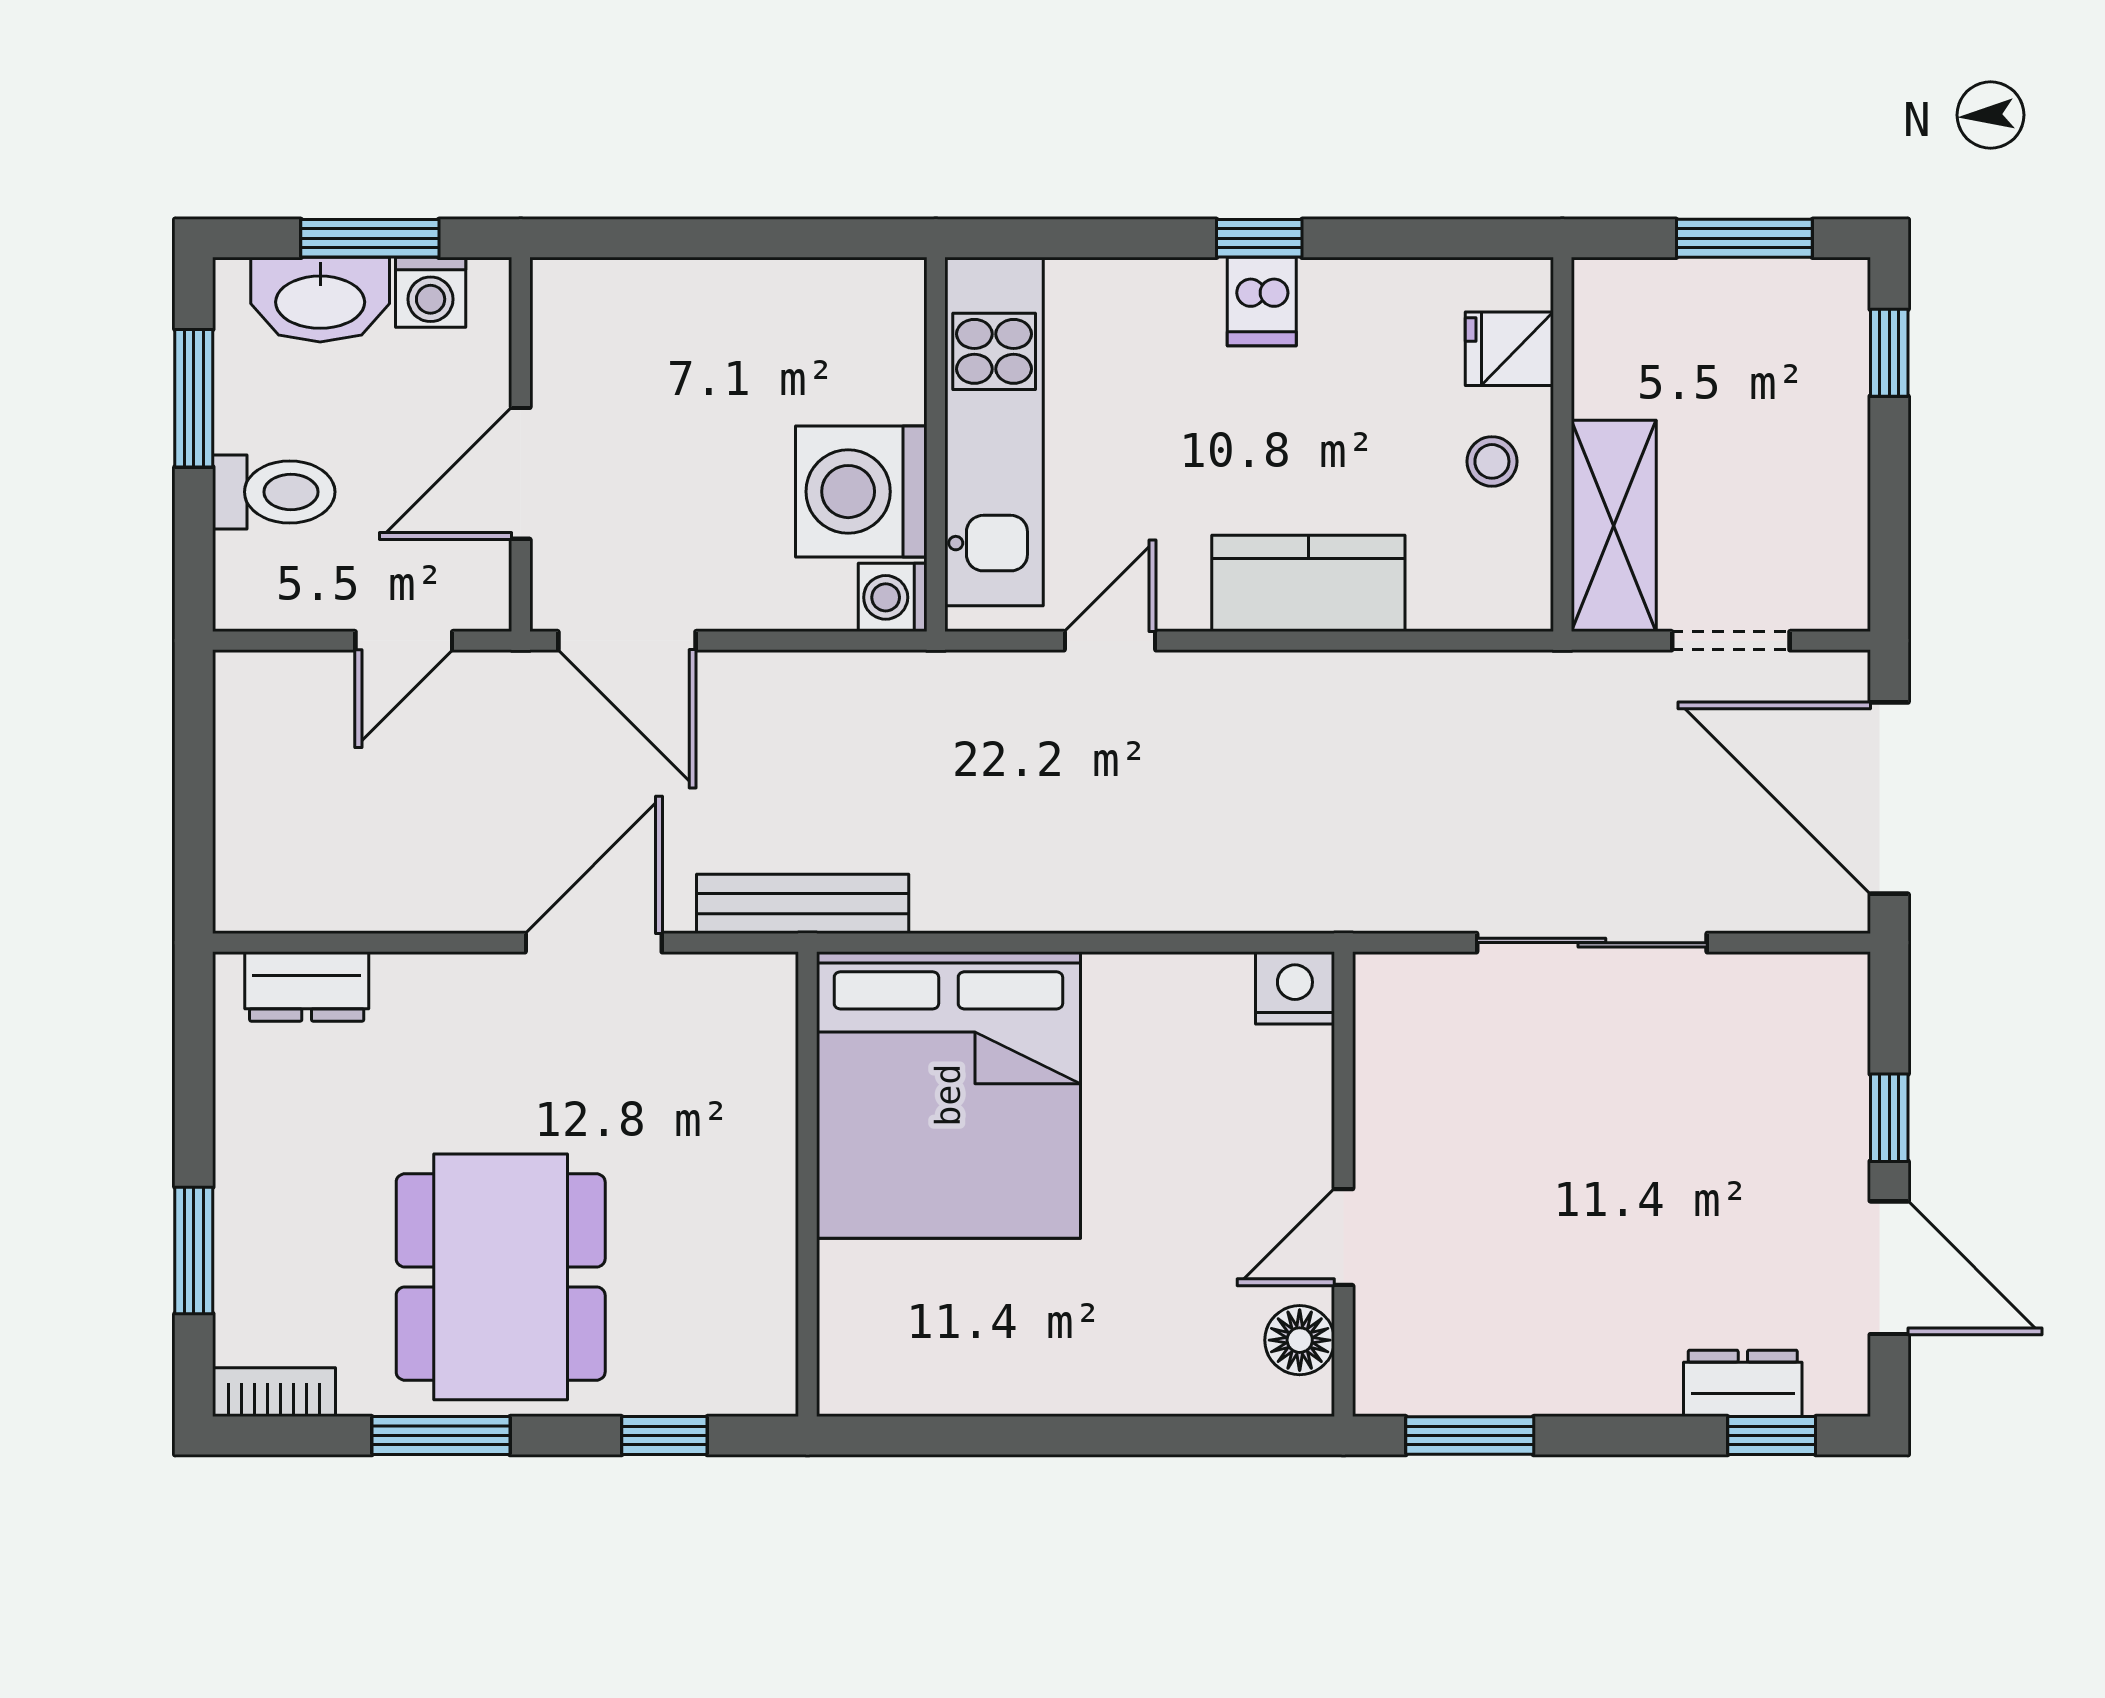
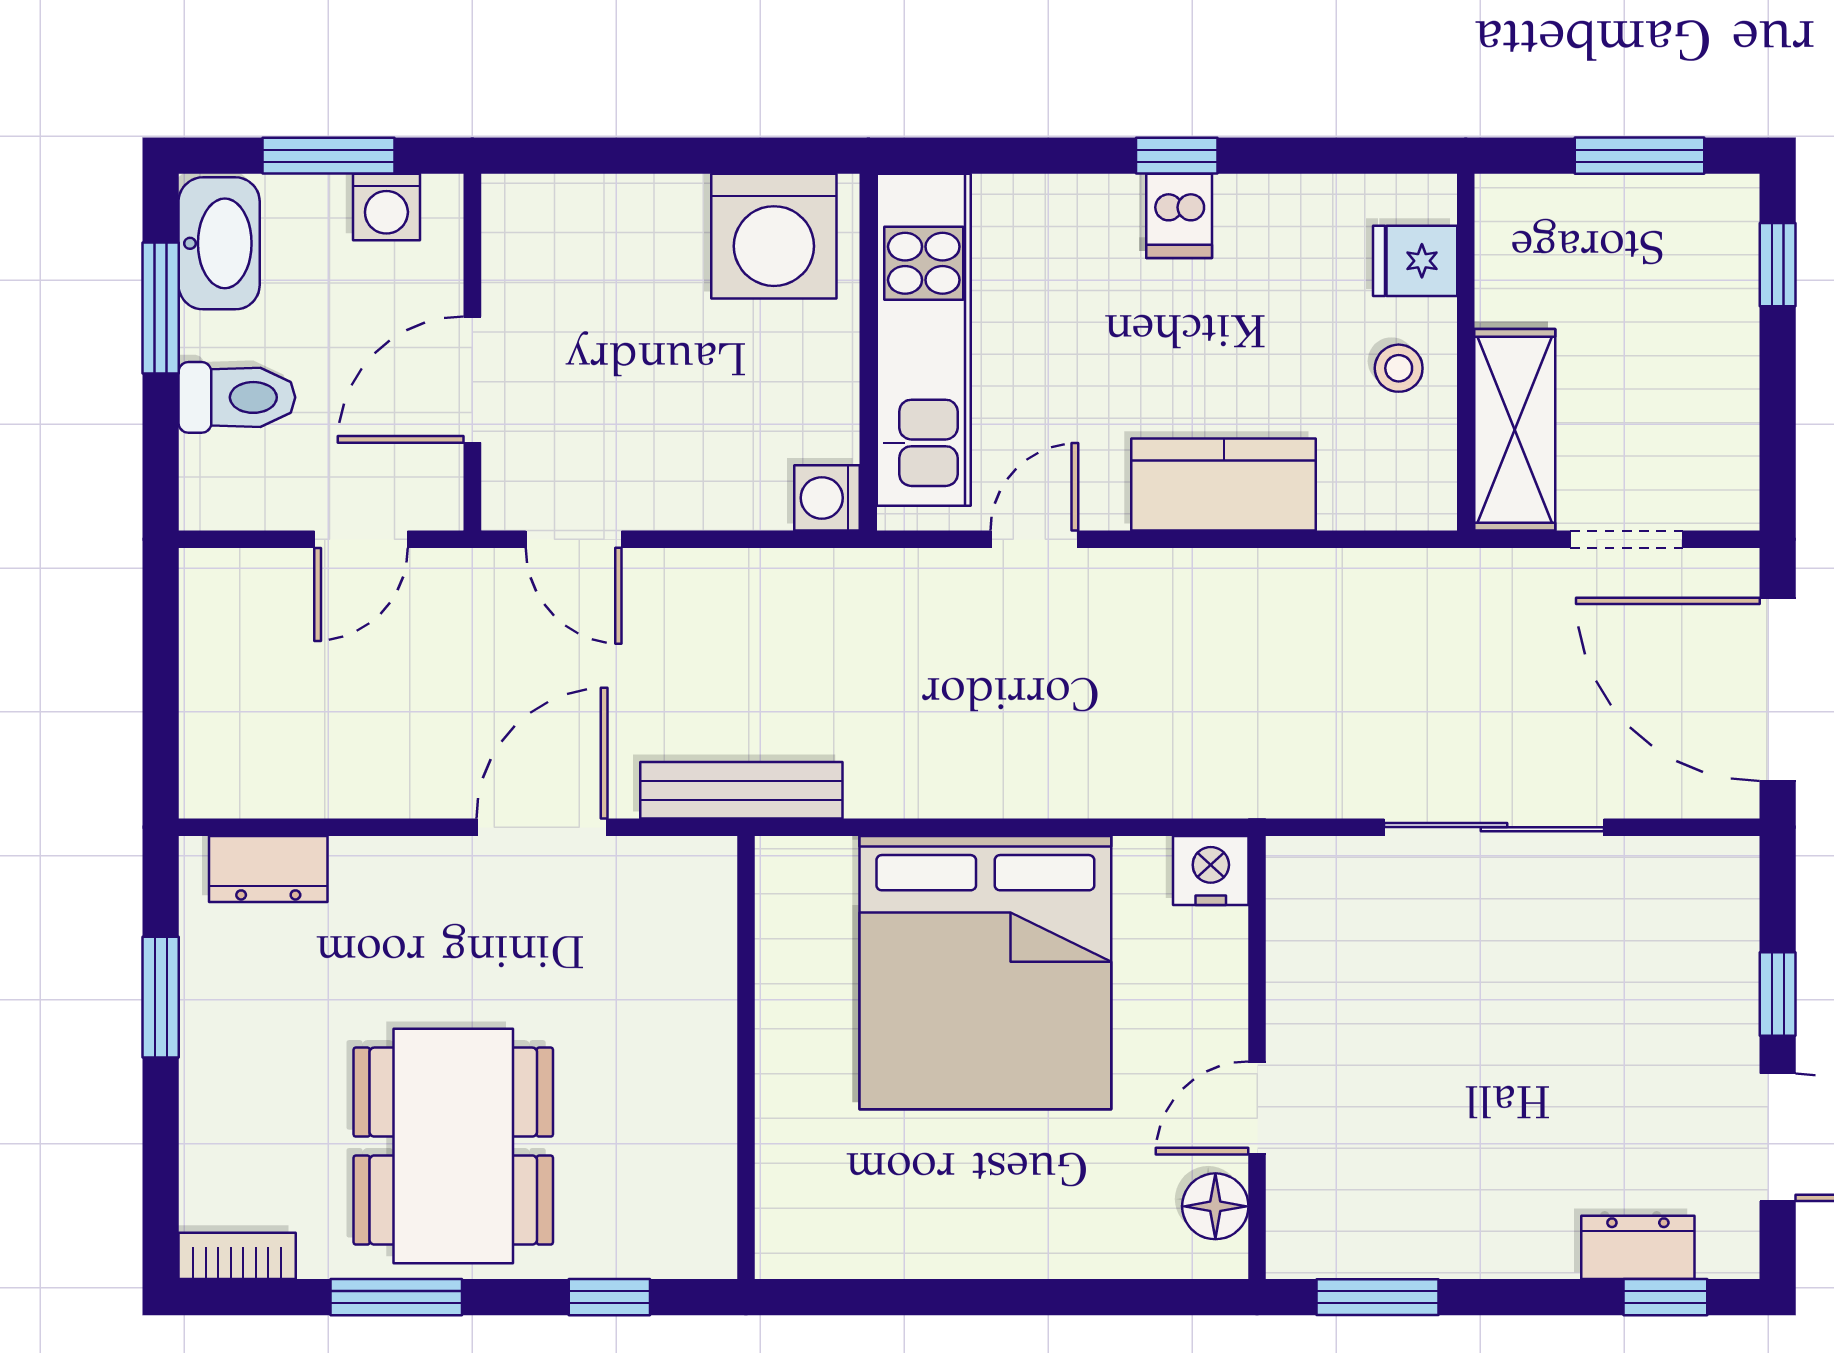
washbasin: (320, 300) -> (219, 243), moved, turned -90
washing machine: (861, 492) -> (774, 236), moved, turned -90
door: (627, 641) -> (574, 539), width x0.73
bed: (948, 1095) -> (985, 973), moved
window: (194, 1250) -> (161, 997), moved

